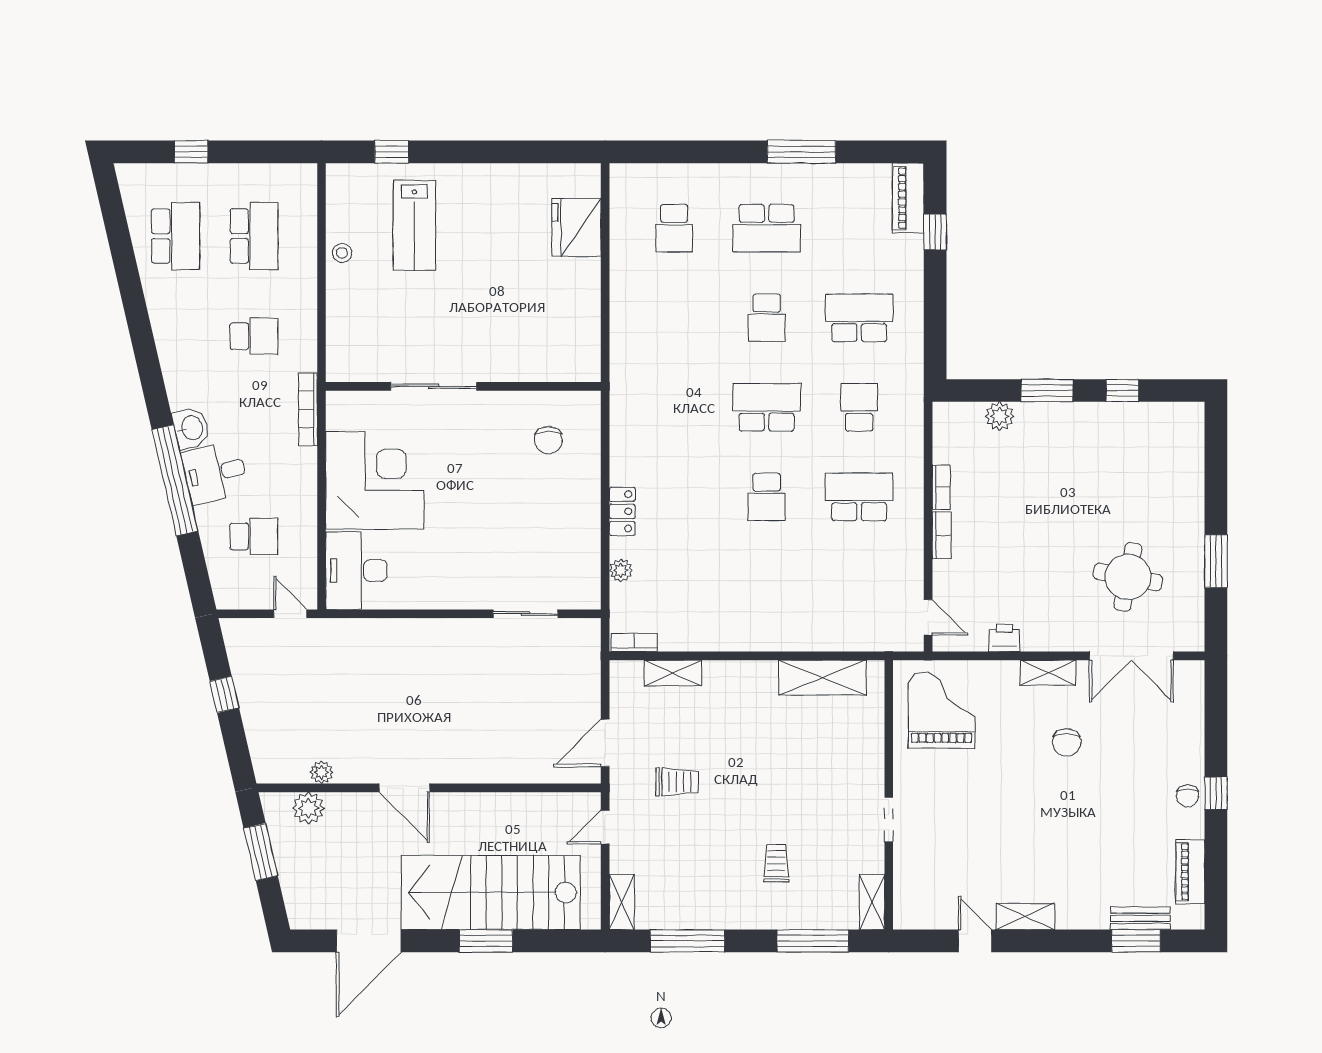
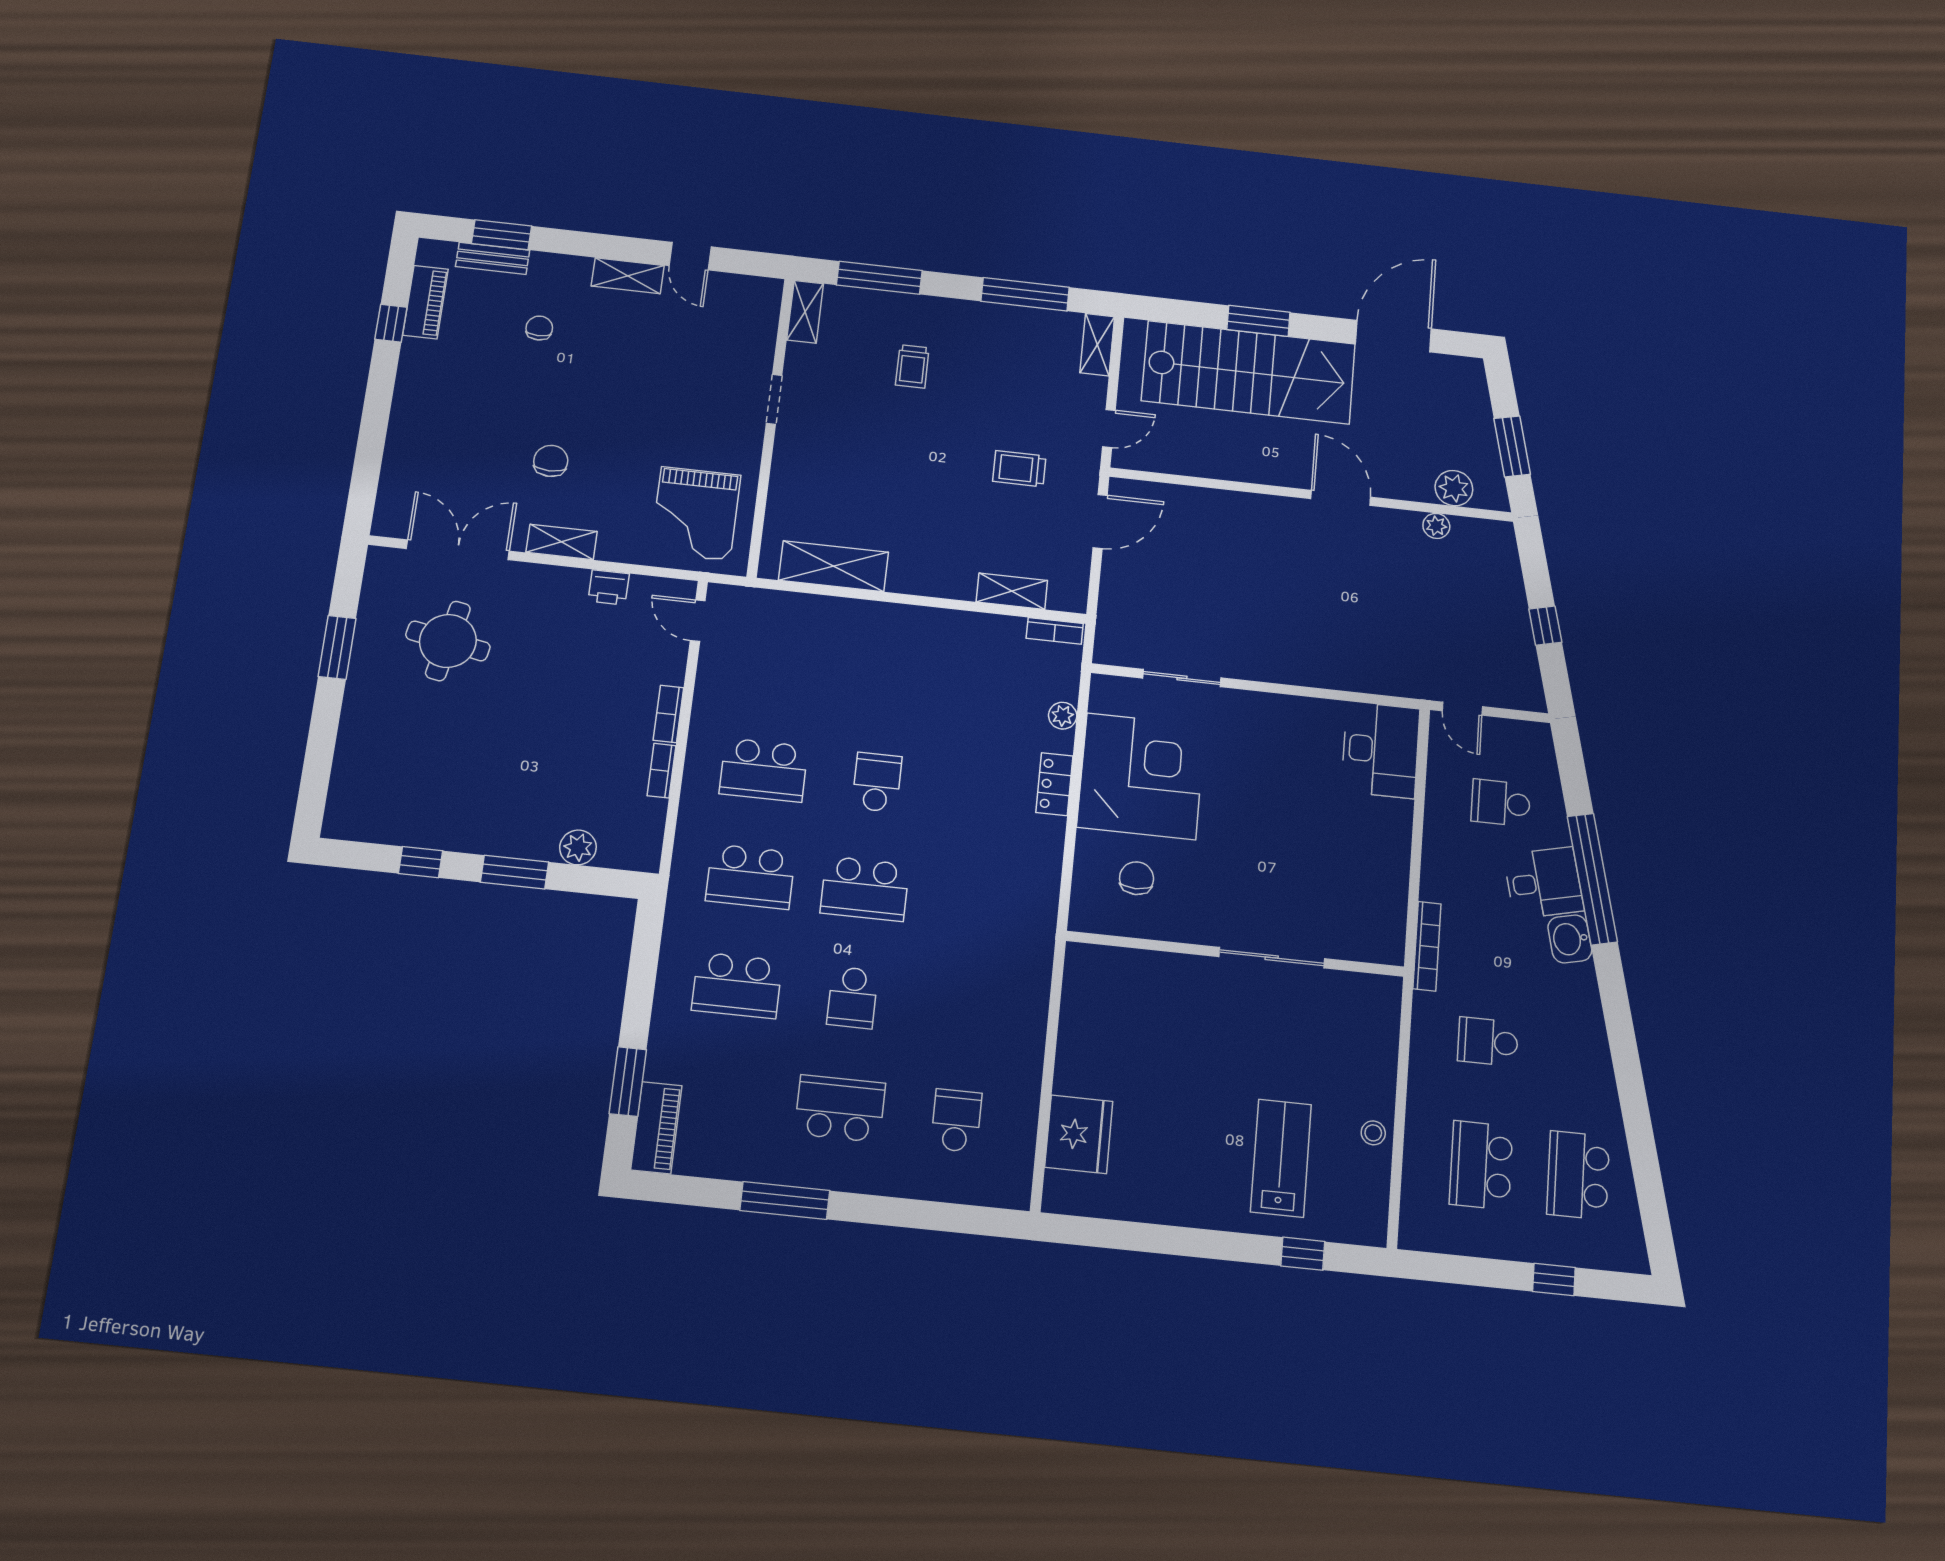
window: (935, 232) -> (628, 1082), width x1.50
school desk: (767, 318) -> (852, 998), turned 180
school desk: (859, 407) -> (750, 877), width x1.85
corner desk: (375, 480) -> (1141, 776), moved, turned 180
window: (1216, 793) -> (391, 323), moved
chair: (1188, 796) -> (539, 328), moved

